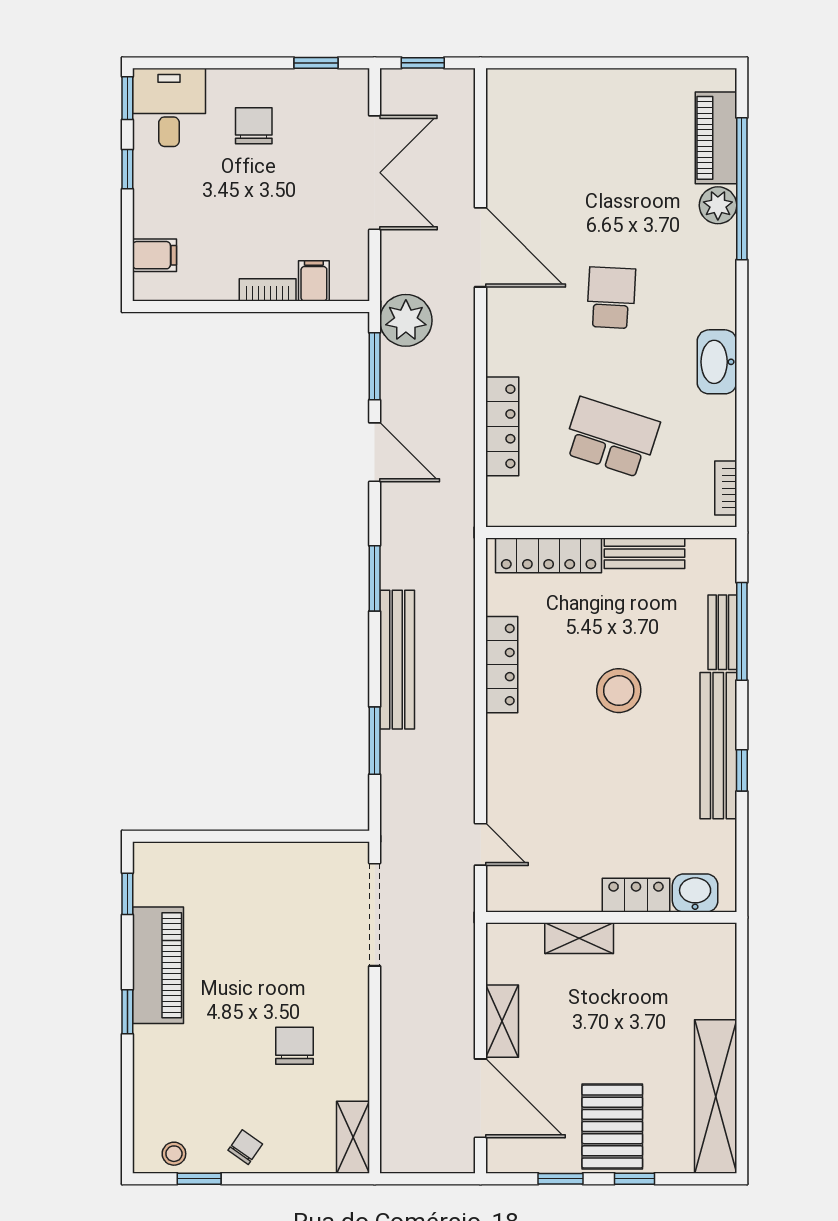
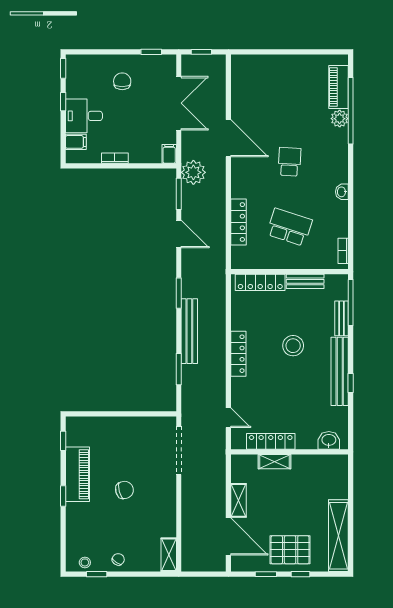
desk: (169, 107) -> (84, 116), moved, turned -90
filing cabinet: (314, 281) -> (169, 154), moved
bookcase: (268, 290) -> (115, 158), moved
washbasin: (717, 362) -> (342, 192), width x0.52, depth x0.69
window: (742, 631) -> (351, 303), moved
locker: (502, 665) -> (238, 354), moved
locker: (636, 895) -> (271, 441), moved, width x1.53
chair: (294, 1046) -> (124, 490), moved, turned 75
pallet: (612, 1127) -> (290, 550), turned 90

